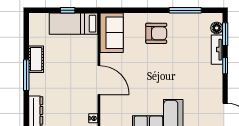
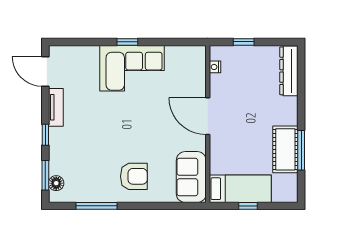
armchair: (156, 33) -> (134, 176), turned 180
tv unit: (217, 50) -> (56, 107), moved
cot: (36, 59) -> (285, 149), width x1.37, depth x1.34
window: (26, 75) -> (301, 150), moved

